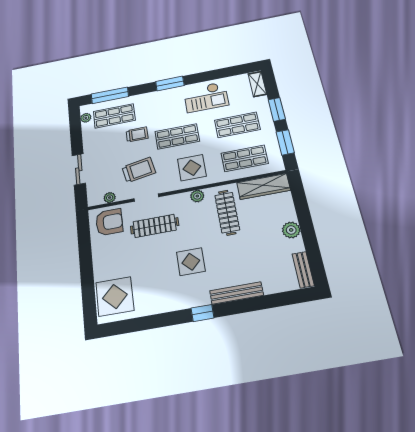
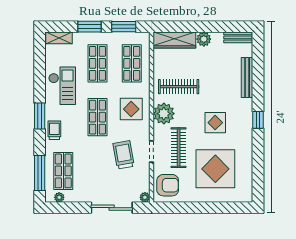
trolley: (137, 134) -> (54, 130), moved
sliding door: (79, 169) -> (112, 208), width x1.37
wardrobe: (263, 186) -> (175, 40), moved, turned 90
plant: (197, 196) -> (164, 114), width x1.87, depth x1.87
plant: (110, 198) -> (145, 197), moved
armchair: (109, 222) -> (168, 185), turned 90
bench: (237, 293) -> (247, 78), moved
display table: (115, 296) -> (215, 169), moved, width x1.36, depth x1.36

